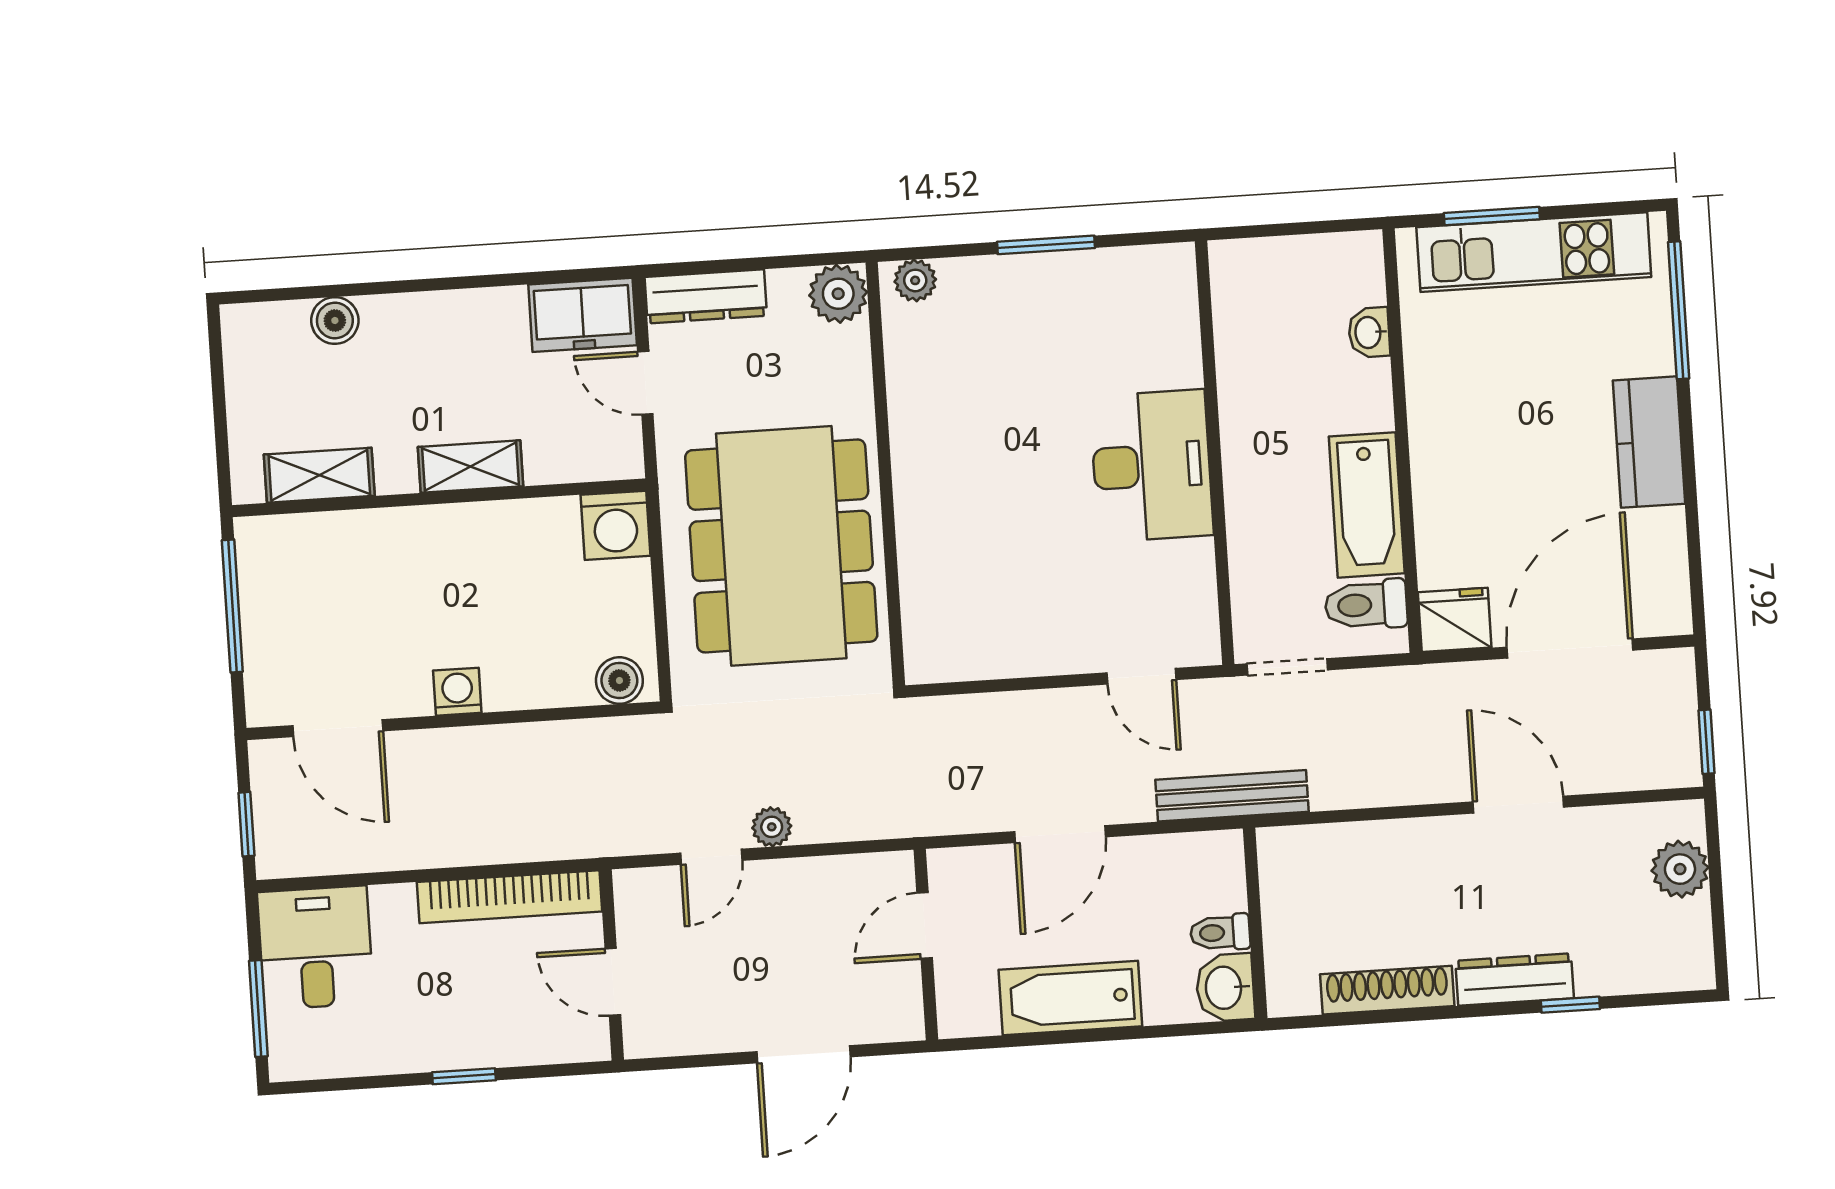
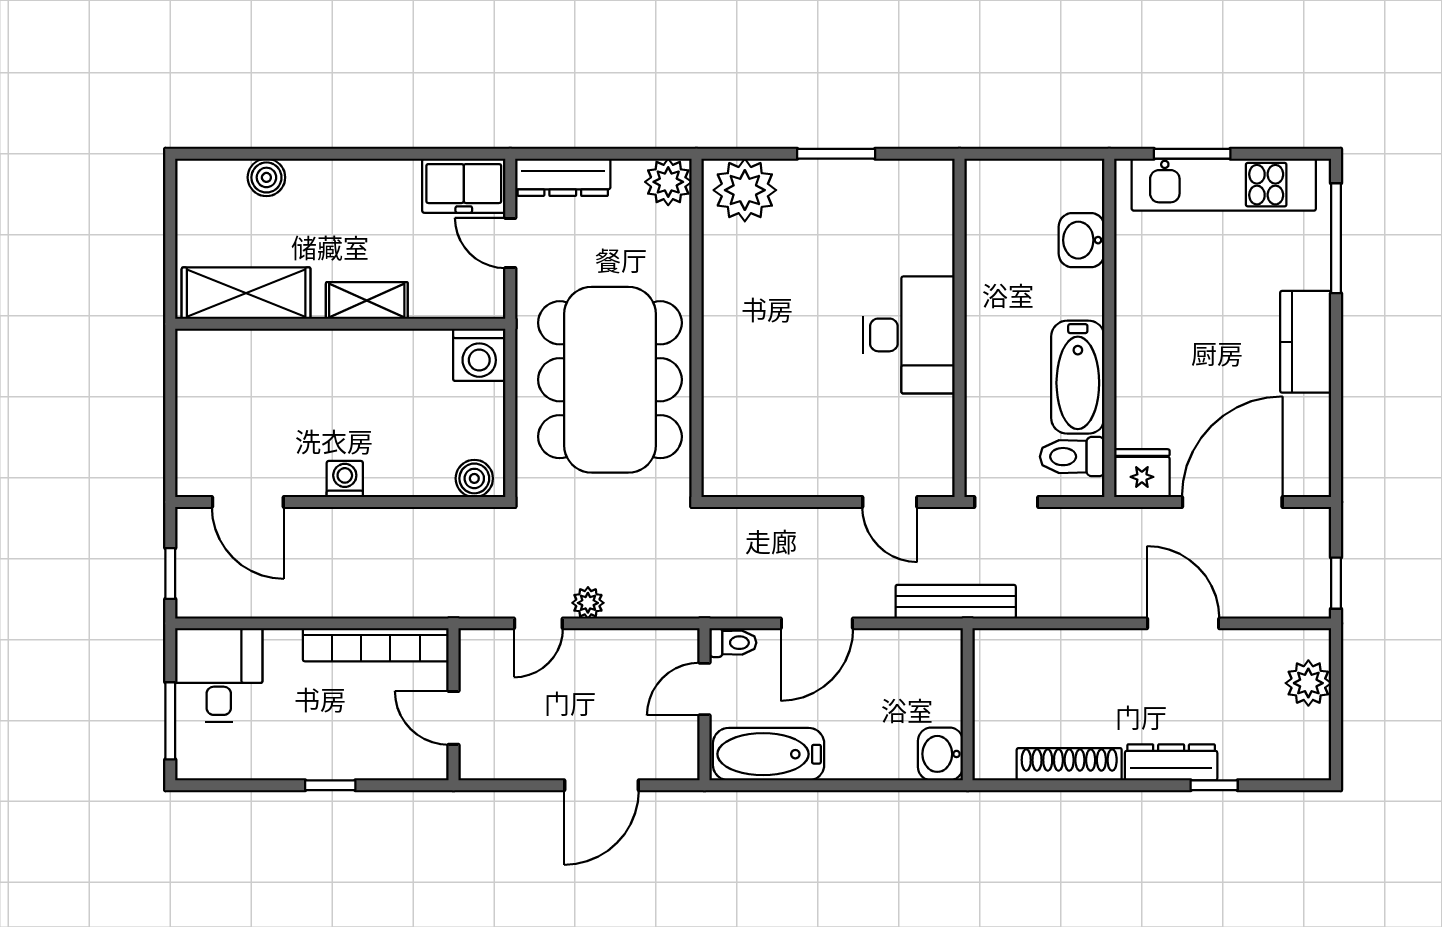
plant: (915, 280) -> (745, 190), width x1.88, depth x1.88
washbasin: (1369, 332) -> (1082, 240), width x1.38, depth x1.45
shelving: (319, 475) -> (246, 293), width x1.50, depth x1.33
window: (232, 606) -> (170, 399), removed
toilet: (1220, 933) -> (733, 643), moved, turned 180
bathtub: (1070, 998) -> (769, 754), moved

